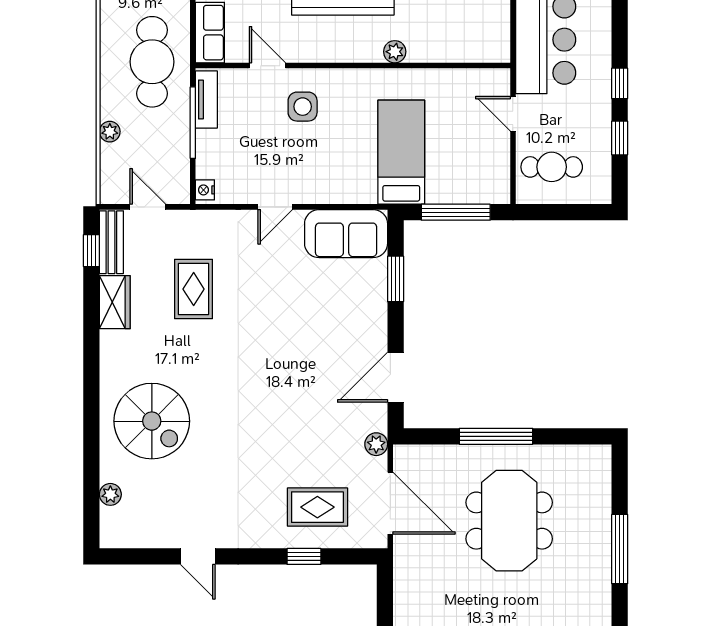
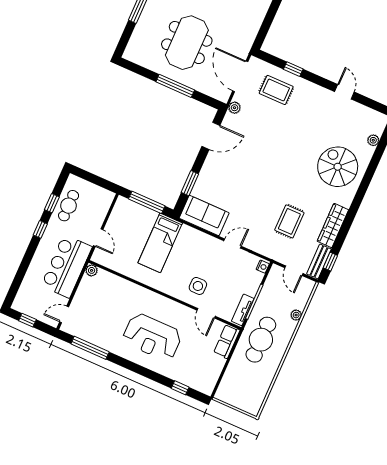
plant: (395, 52) -> (92, 270), moved
cafe table: (552, 167) -> (69, 206), moved, turned 90
wardrobe: (115, 302) -> (333, 225), width x1.50

